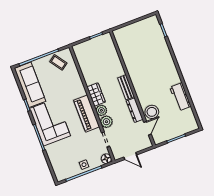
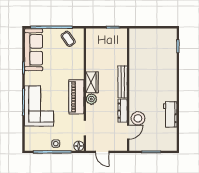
bench: (126, 87) -> (123, 82), width x1.36
corner sofa: (50, 122) -> (39, 106), moved
plant: (106, 122) -> (92, 111), removed

